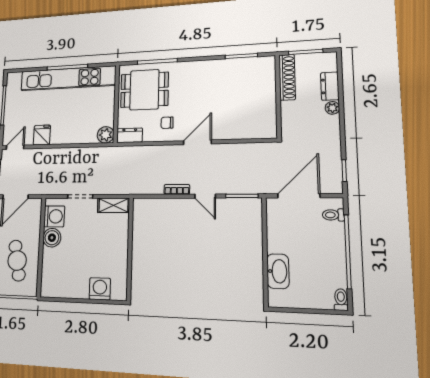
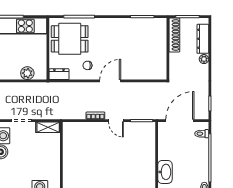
dresser: (330, 86) -> (203, 39), width x1.44
plant: (106, 135) -> (27, 73), moved

